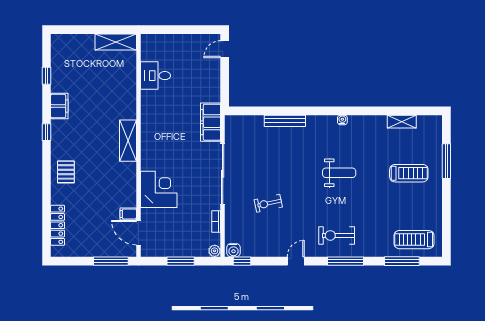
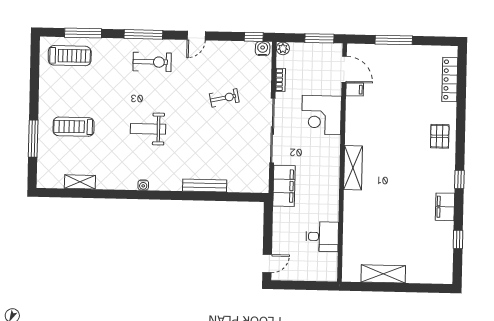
desk: (156, 76) -> (322, 237), moved
shelving: (128, 141) -> (353, 168), moved
wall: (138, 145) -> (342, 163), moved
corner desk: (159, 189) -> (321, 115), moved
filing cabinet: (128, 214) -> (355, 90), moved
door: (138, 233) -> (344, 69), moved

